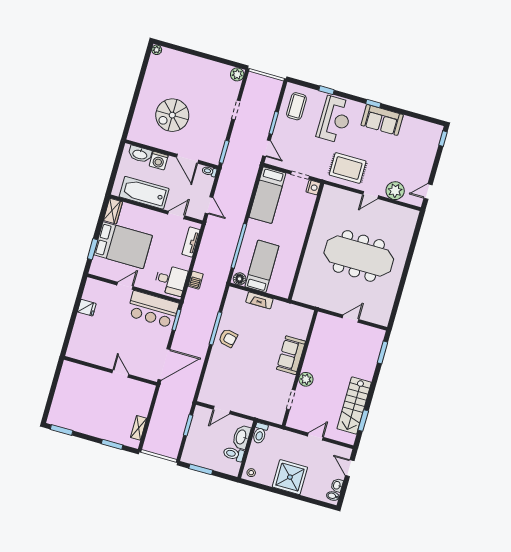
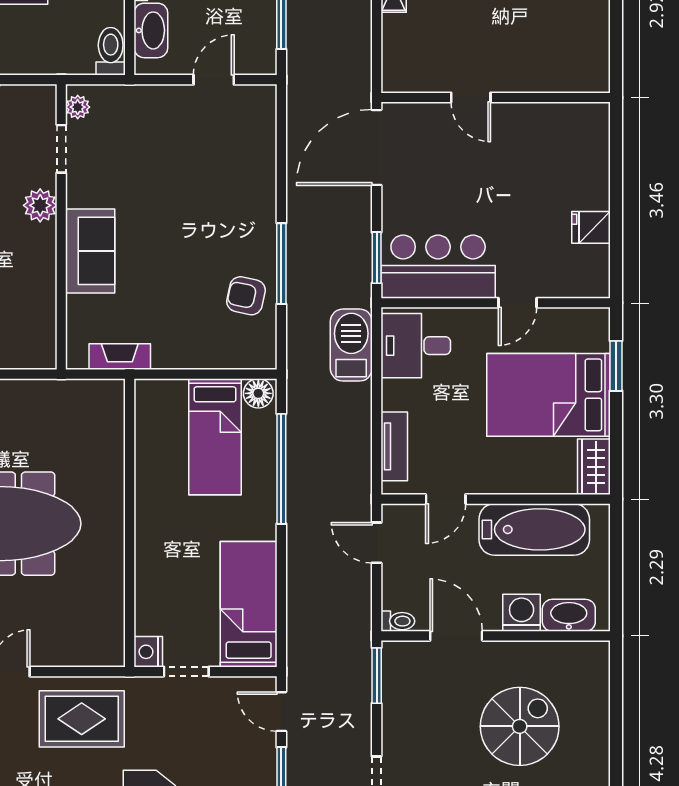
barbecue: (196, 280) -> (351, 345), width x1.88, depth x1.53
fireplace: (259, 300) -> (120, 357), moved
armchair: (228, 338) -> (246, 296), moved
plant: (280, 415) -> (78, 107), added

